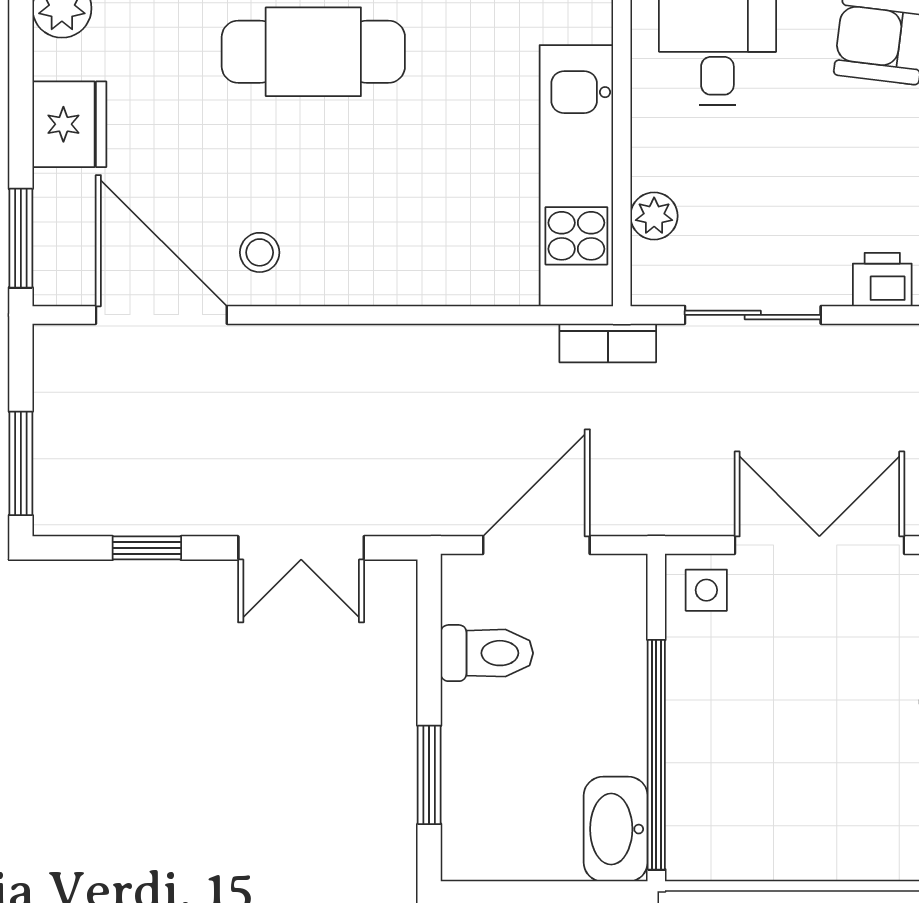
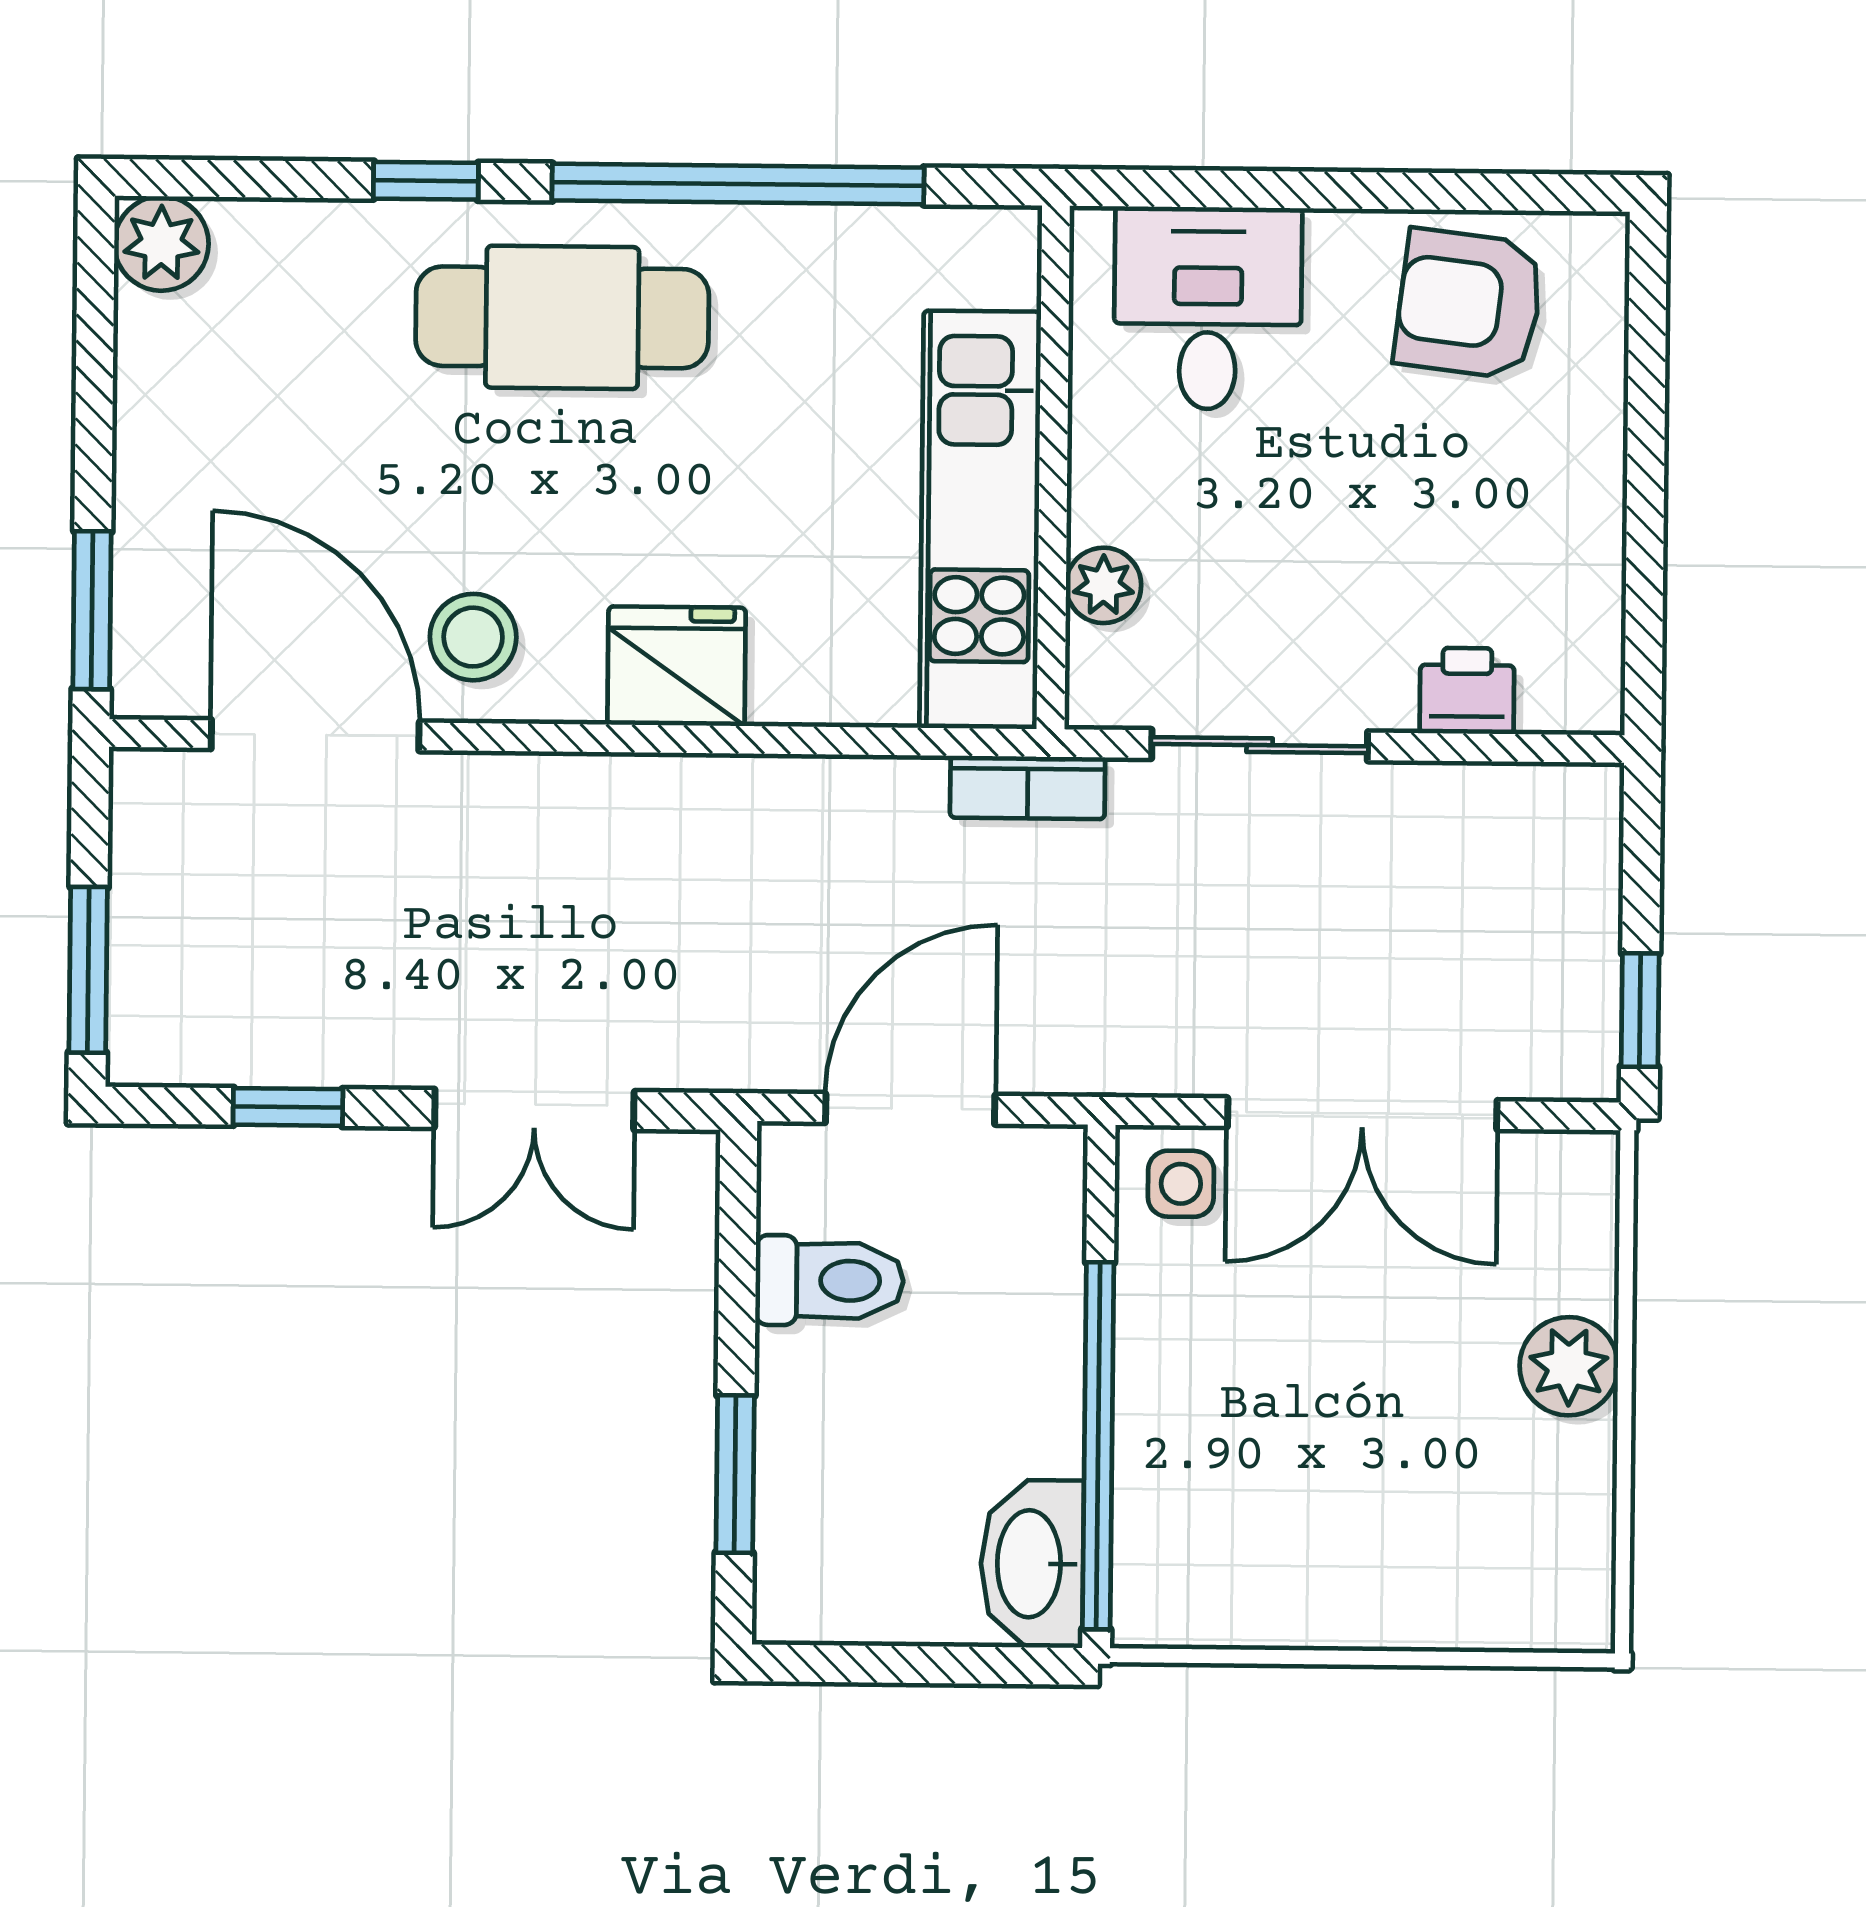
fridge: (69, 124) -> (677, 666), moved, turned -90
stool: (260, 252) -> (473, 637), width x1.37, depth x1.37
double door: (819, 545) -> (1362, 1114), swing flipped

